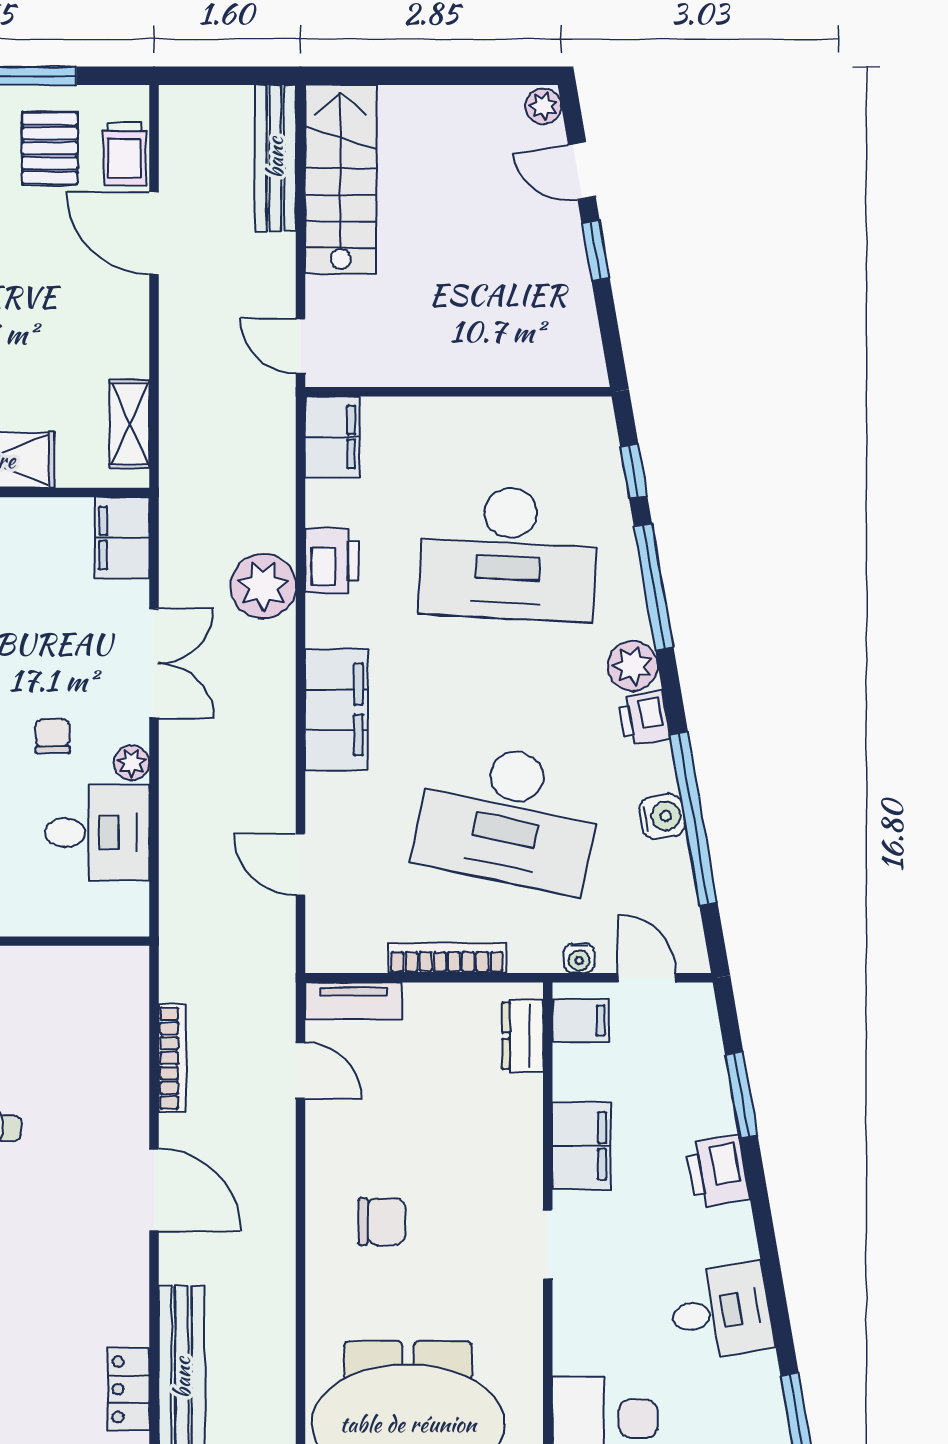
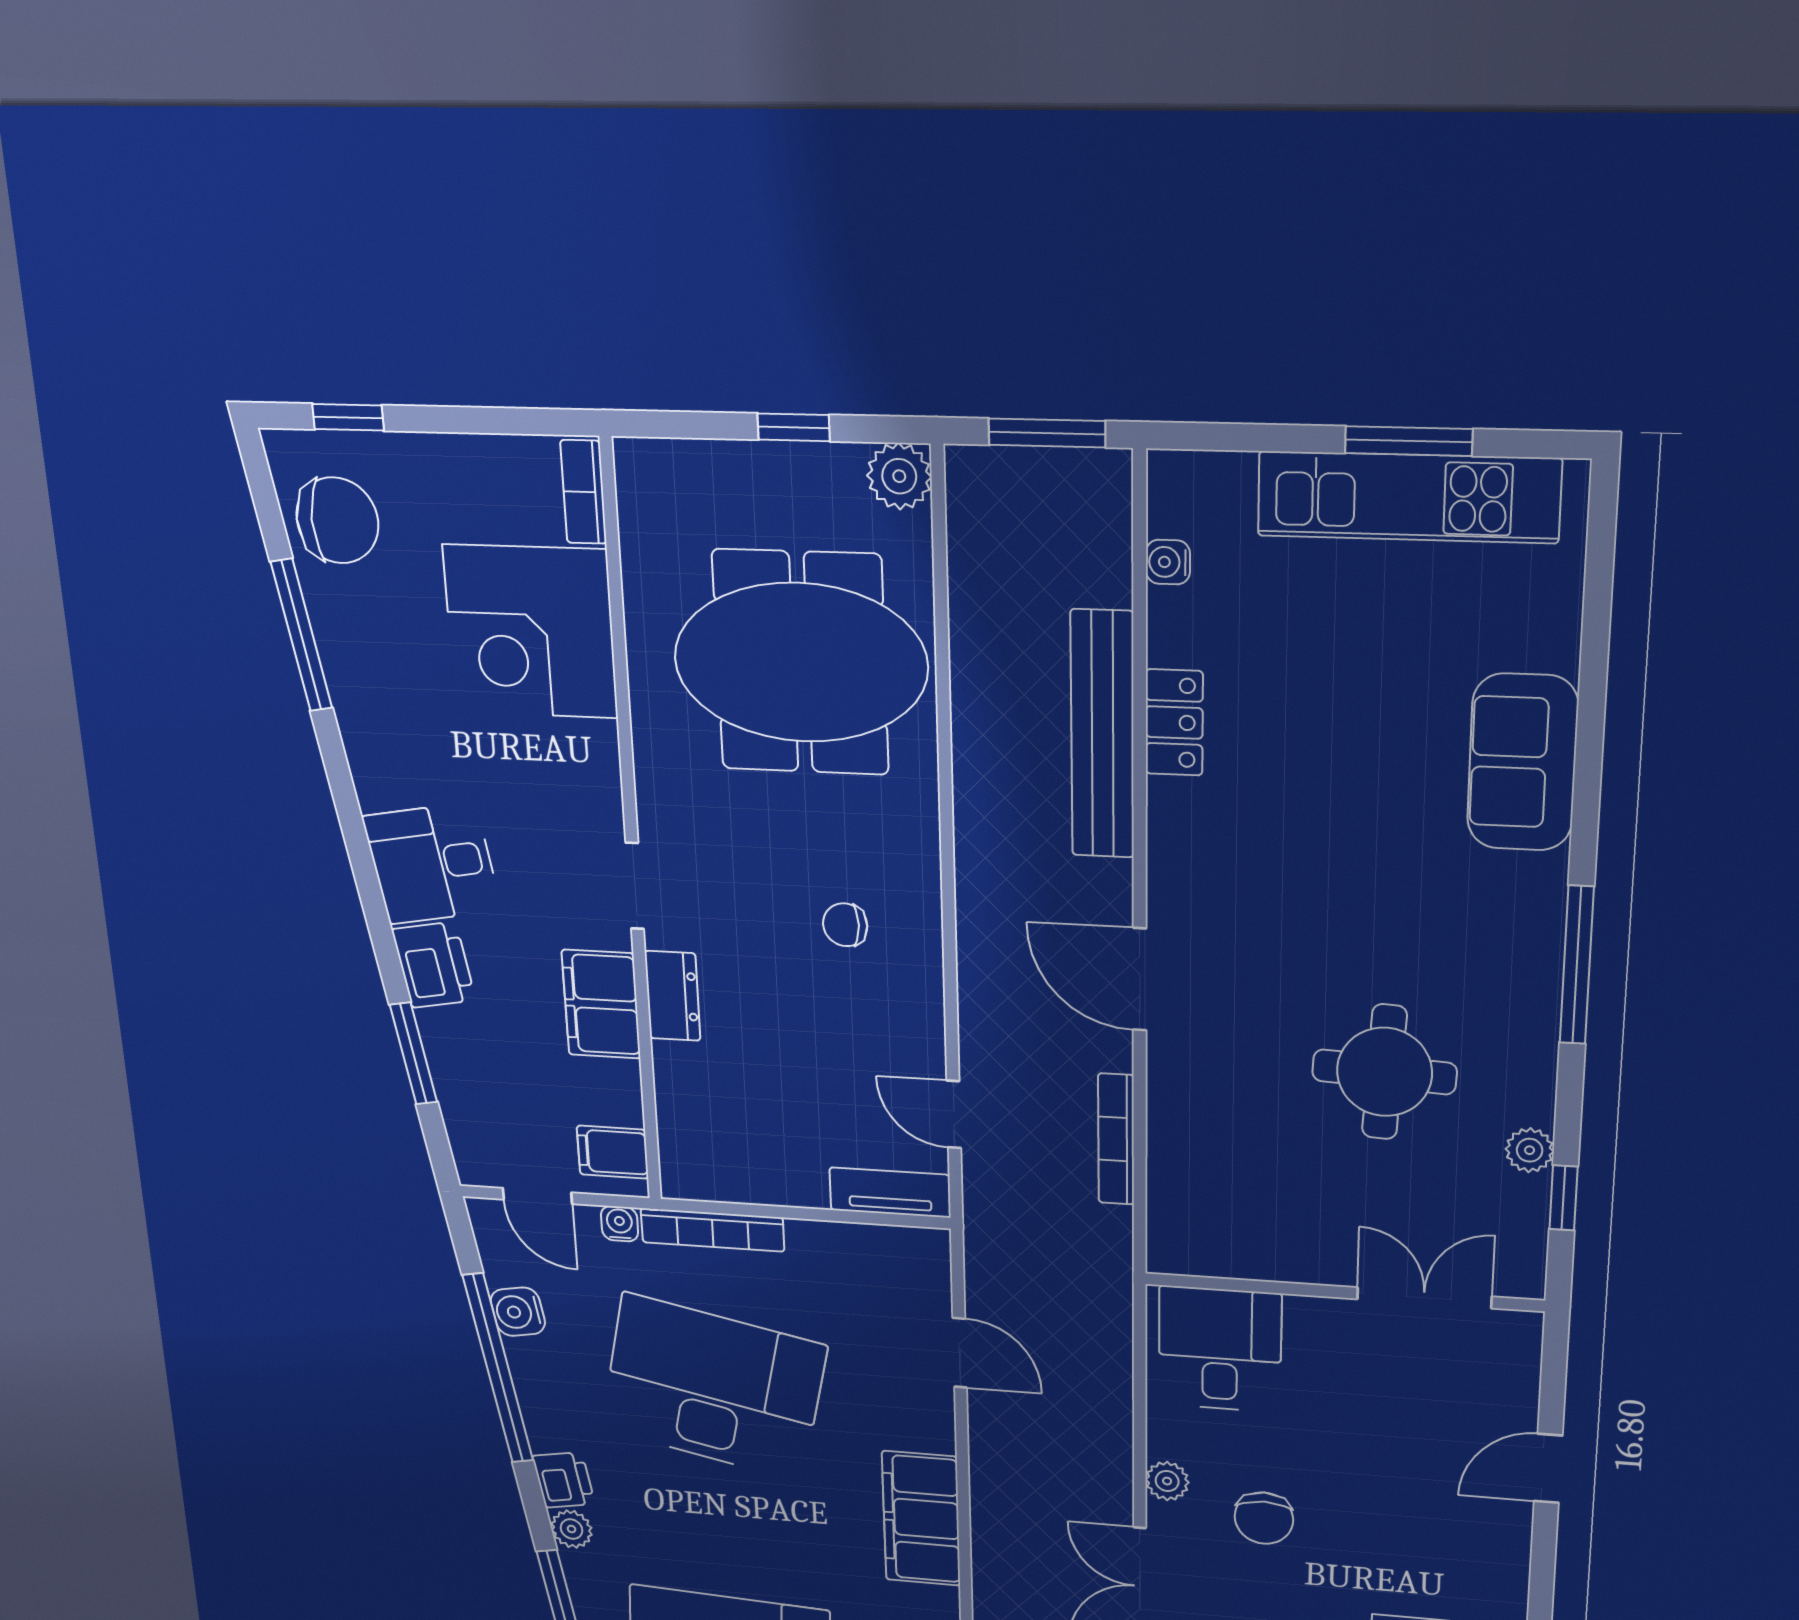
plant: (633, 666) -> (572, 1529), width x0.73, depth x0.73
chair: (53, 736) -> (1264, 1518), width x1.37, depth x1.37
water cooler: (662, 817) -> (518, 1312), moved
desk: (97, 833) -> (1220, 1349), moved, turned 90
bookcase: (447, 958) -> (712, 1230), moved
dresser: (523, 1036) -> (673, 996), moved
chair: (382, 1221) -> (845, 925), width x0.73, depth x0.73
desk: (721, 1312) -> (432, 863), moved

